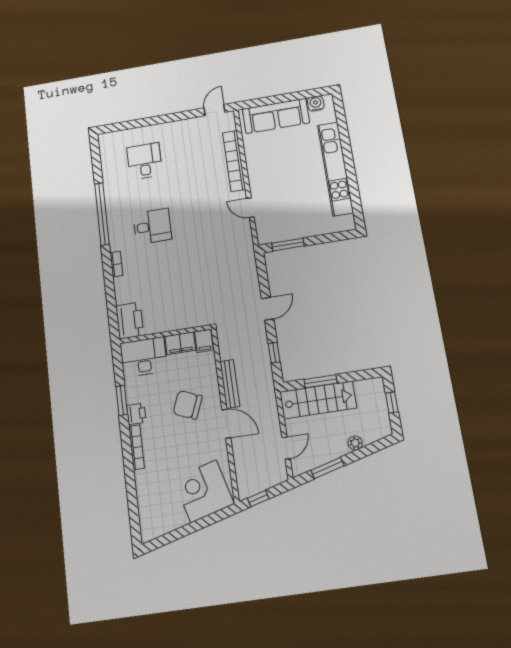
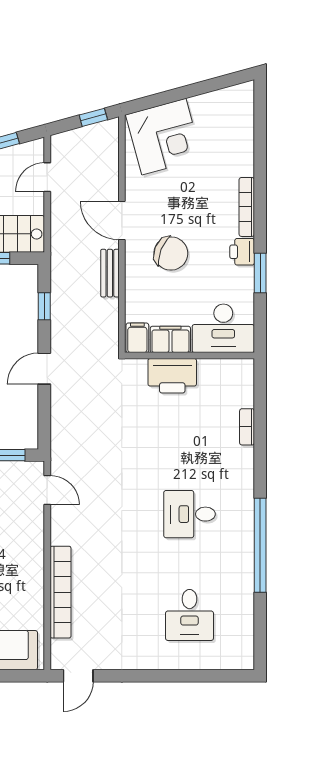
door: (250, 208) -> (47, 490), moved
bookcase: (116, 264) -> (247, 427), moved
printer: (130, 321) -> (172, 376), moved, turned -90
bench: (230, 384) -> (110, 273), width x0.73

